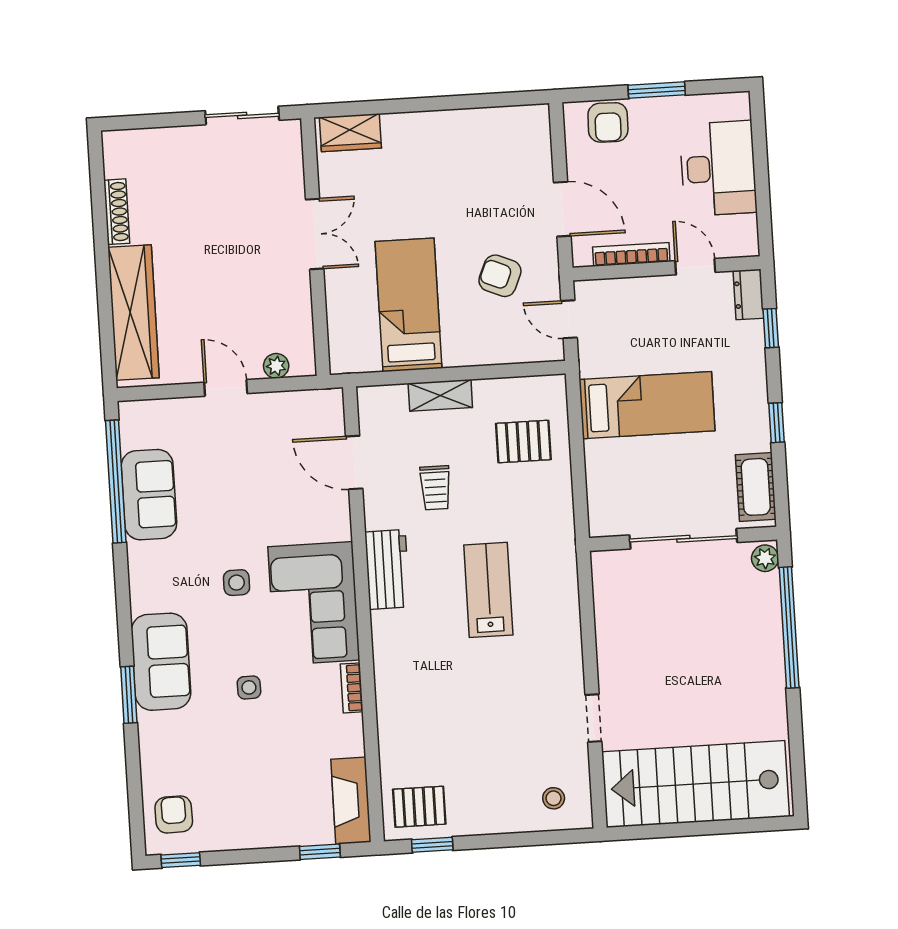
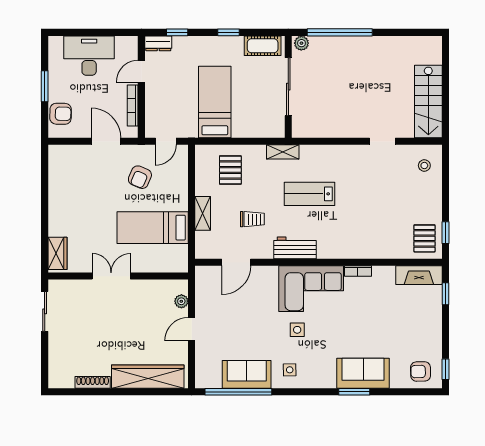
door: (562, 209) -> (106, 141), hinge flipped
shelving: (562, 536) -> (283, 152), added
sofa: (161, 662) -> (363, 373), moved
side table: (249, 687) -> (290, 370), moved
stairs: (696, 784) -> (428, 101), width x0.73, depth x0.66

